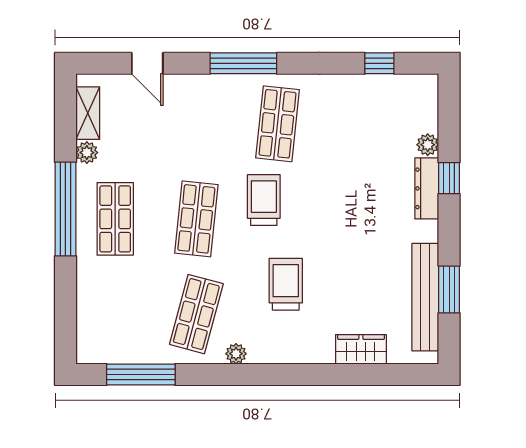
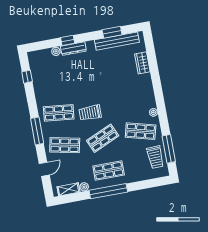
shop shelf: (196, 124) -> (65, 145), added
shop shelf: (196, 219) -> (103, 138), turned -30
trolley: (286, 284) -> (155, 157), moved, turned -92

